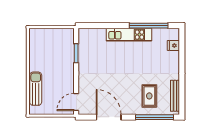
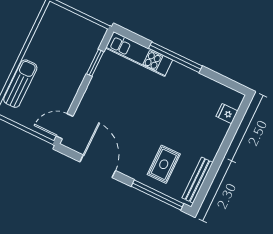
window: (149, 26) -> (175, 57), moved
kitchen unit: (129, 35) -> (139, 54), moved

